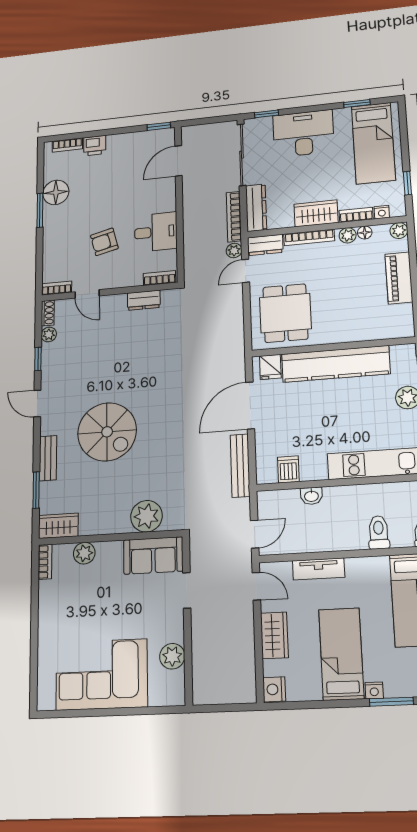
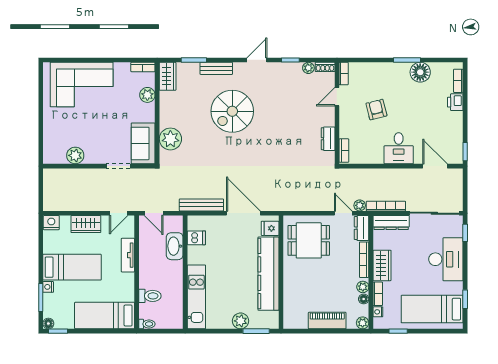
desk: (156, 232) -> (399, 148), moved
washbasin: (311, 496) -> (175, 246), width x1.91, depth x1.45
corner sofa: (102, 675) -> (82, 85), moved, turned 90

